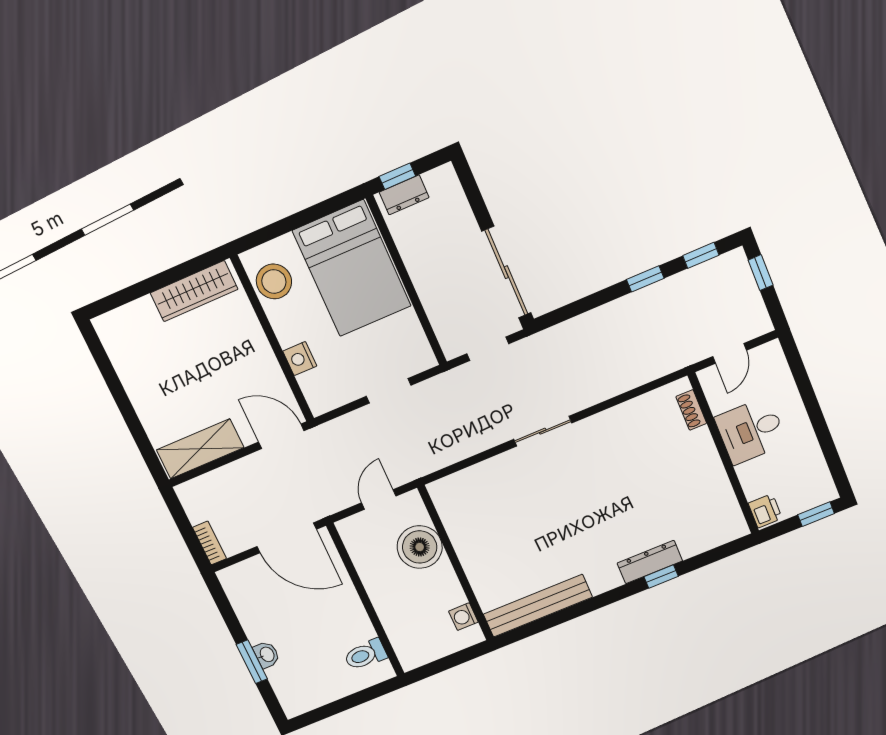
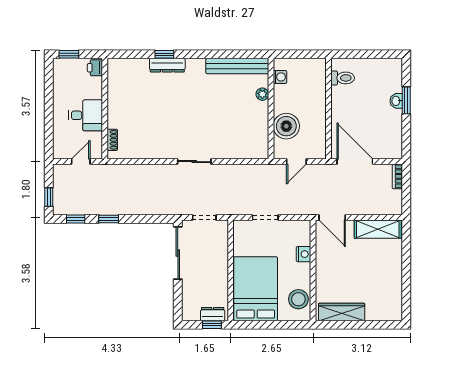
plant: (479, 580) -> (262, 94), added

